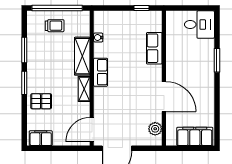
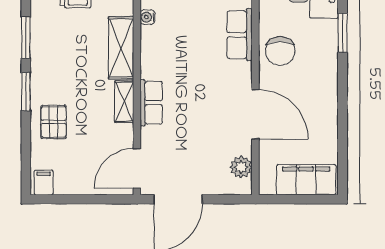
chair: (179, 58) -> (280, 51), added
window: (217, 60) -> (343, 33), moved
row of seats: (101, 72) -> (151, 103), moved
pallet: (41, 101) -> (54, 122), turned 90
filing cabinet: (41, 138) -> (44, 182), width x0.50

